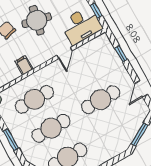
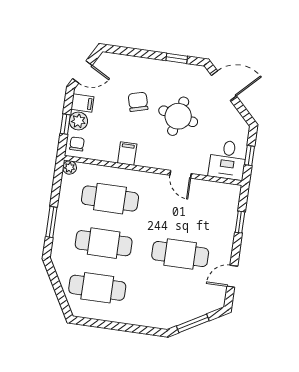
desk: (81, 26) -> (228, 160), width x0.73
door: (65, 53) -> (181, 174), hinge flipped

